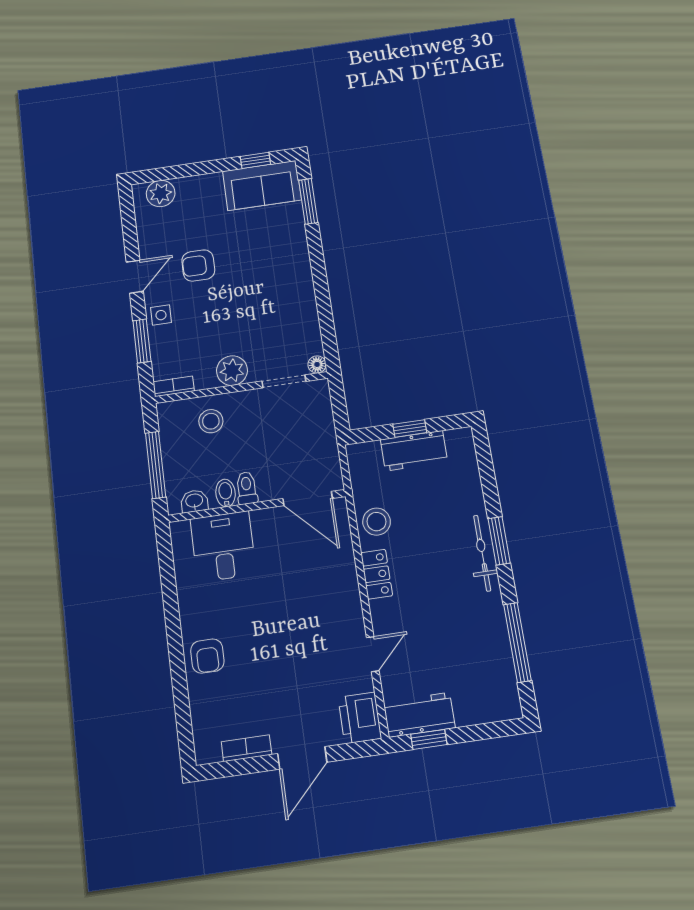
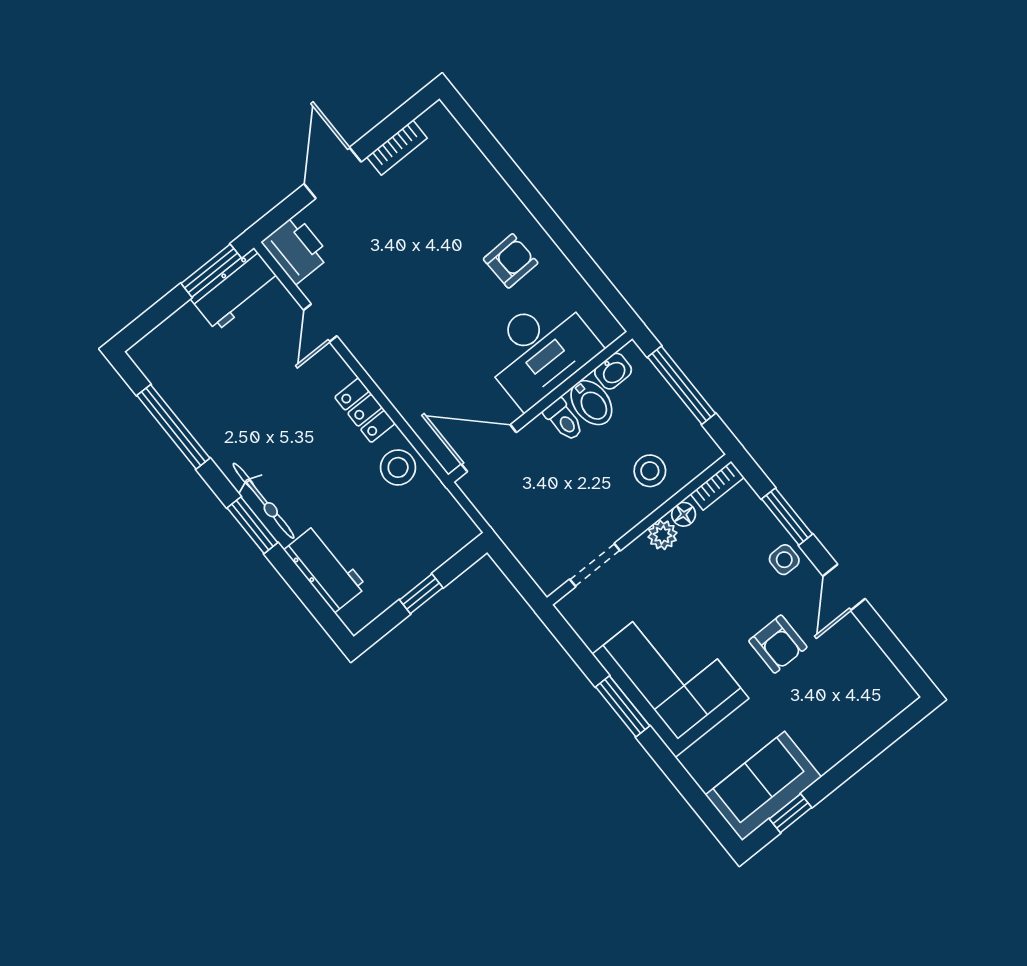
plant: (161, 193) -> (878, 706), removed
window: (308, 201) -> (623, 706), moved
armchair: (198, 265) -> (778, 644), turned 90
corner sofa: (278, 284) -> (670, 676), added
floor lamp: (317, 364) -> (684, 514), moved
plant: (232, 371) -> (662, 535), width x0.73, depth x0.73
workbench: (414, 451) -> (325, 568), moved, turned 90
bidet: (226, 493) -> (591, 403), width x1.38, depth x1.36
desk: (223, 546) -> (539, 350), width x1.37
armchair: (207, 656) -> (511, 261), moved, turned 88
window: (429, 739) -> (211, 271), width x1.50

